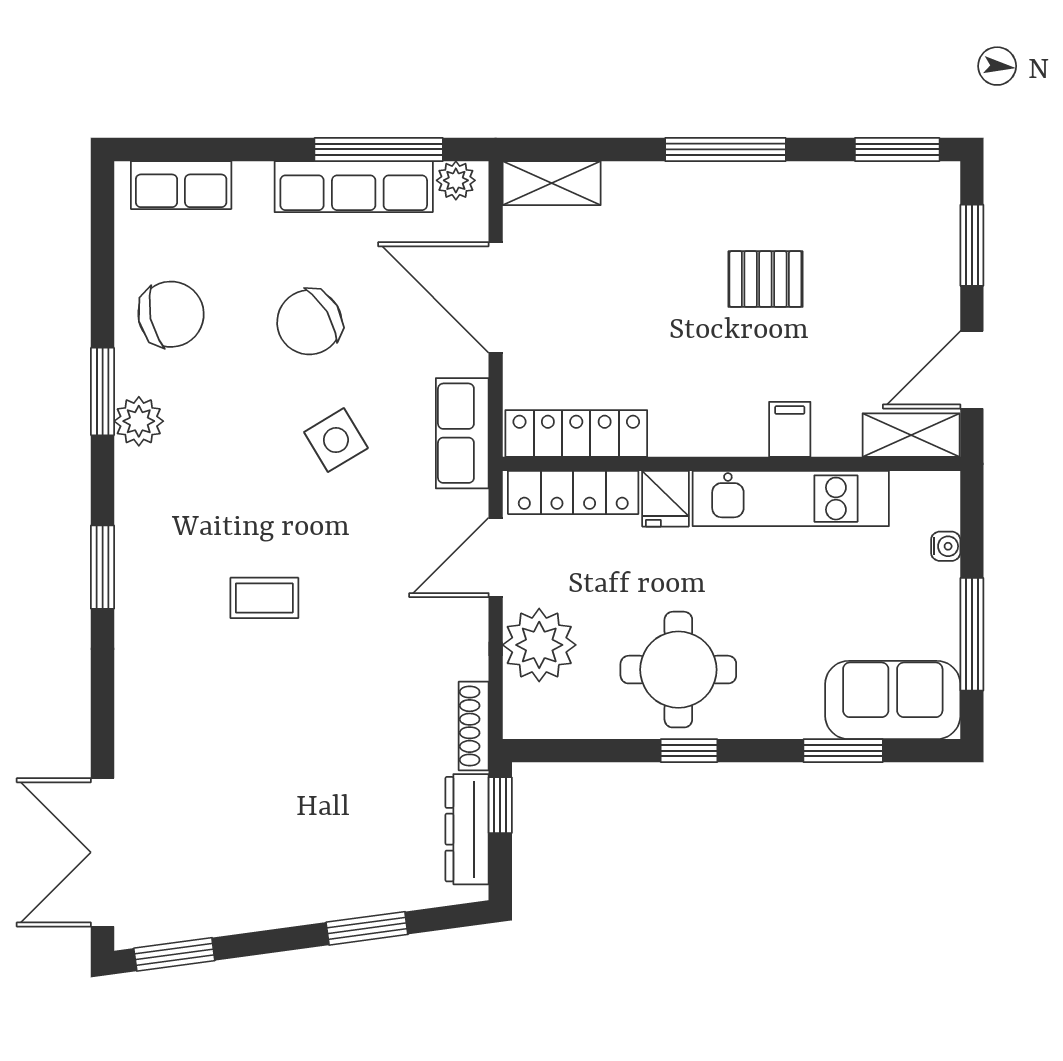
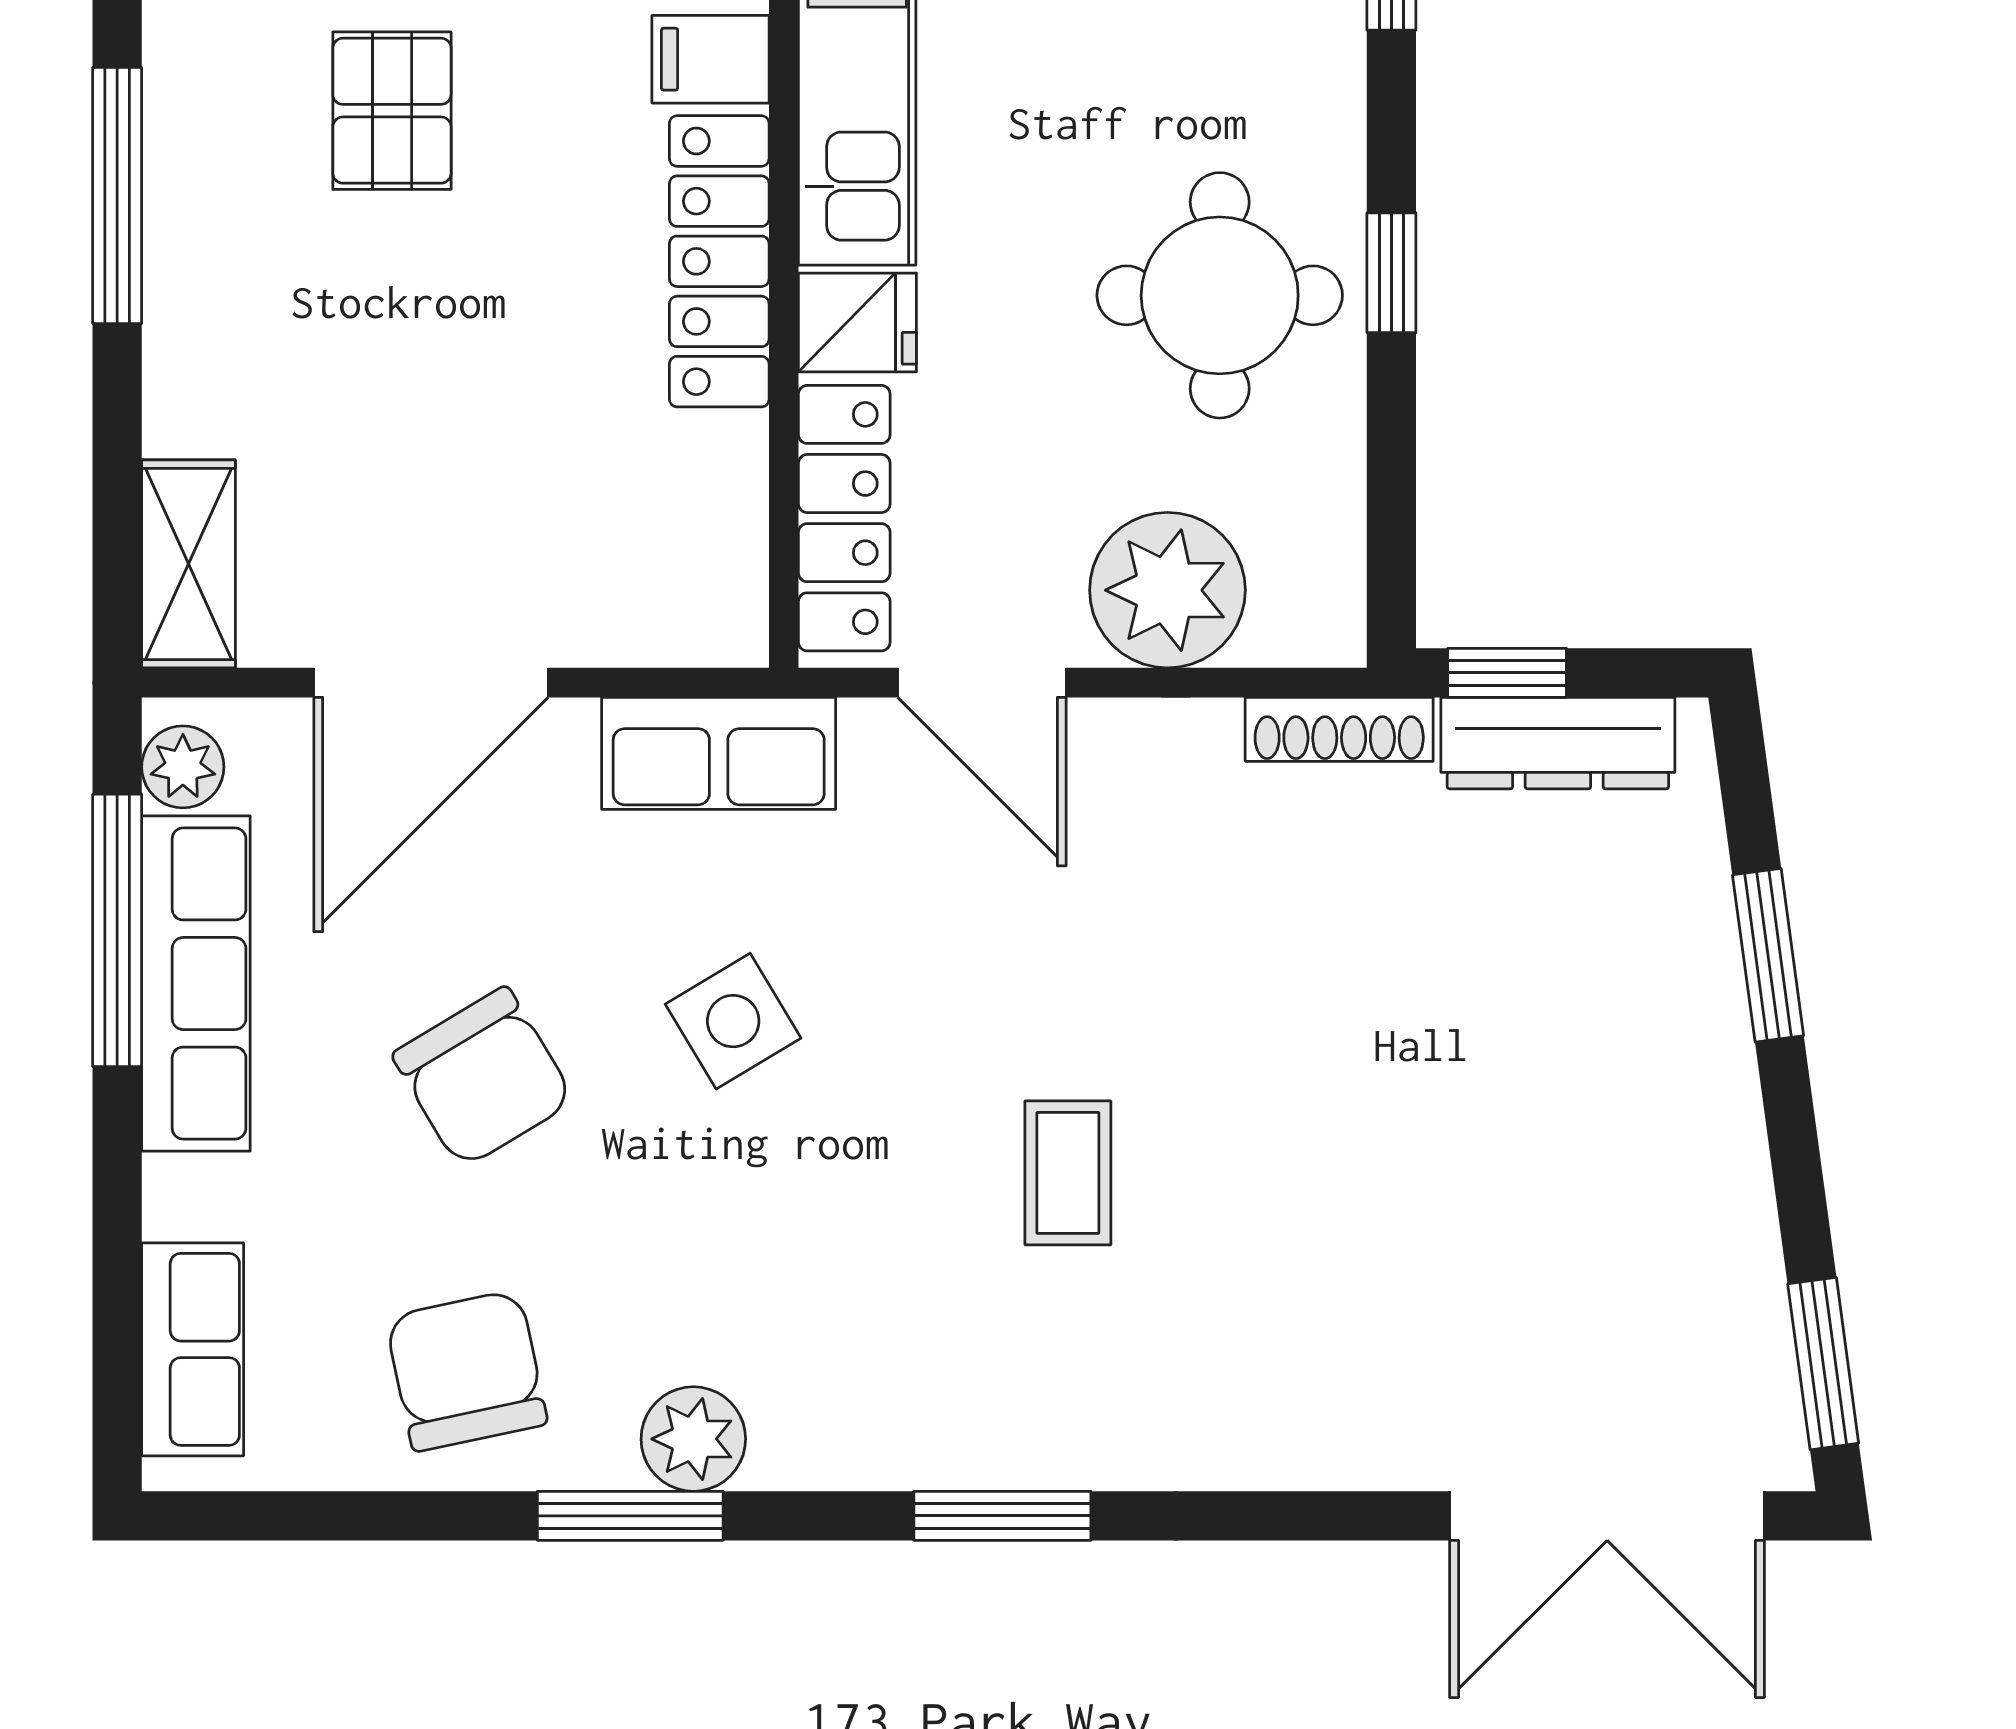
locker: (576, 434) -> (719, 261), moved

